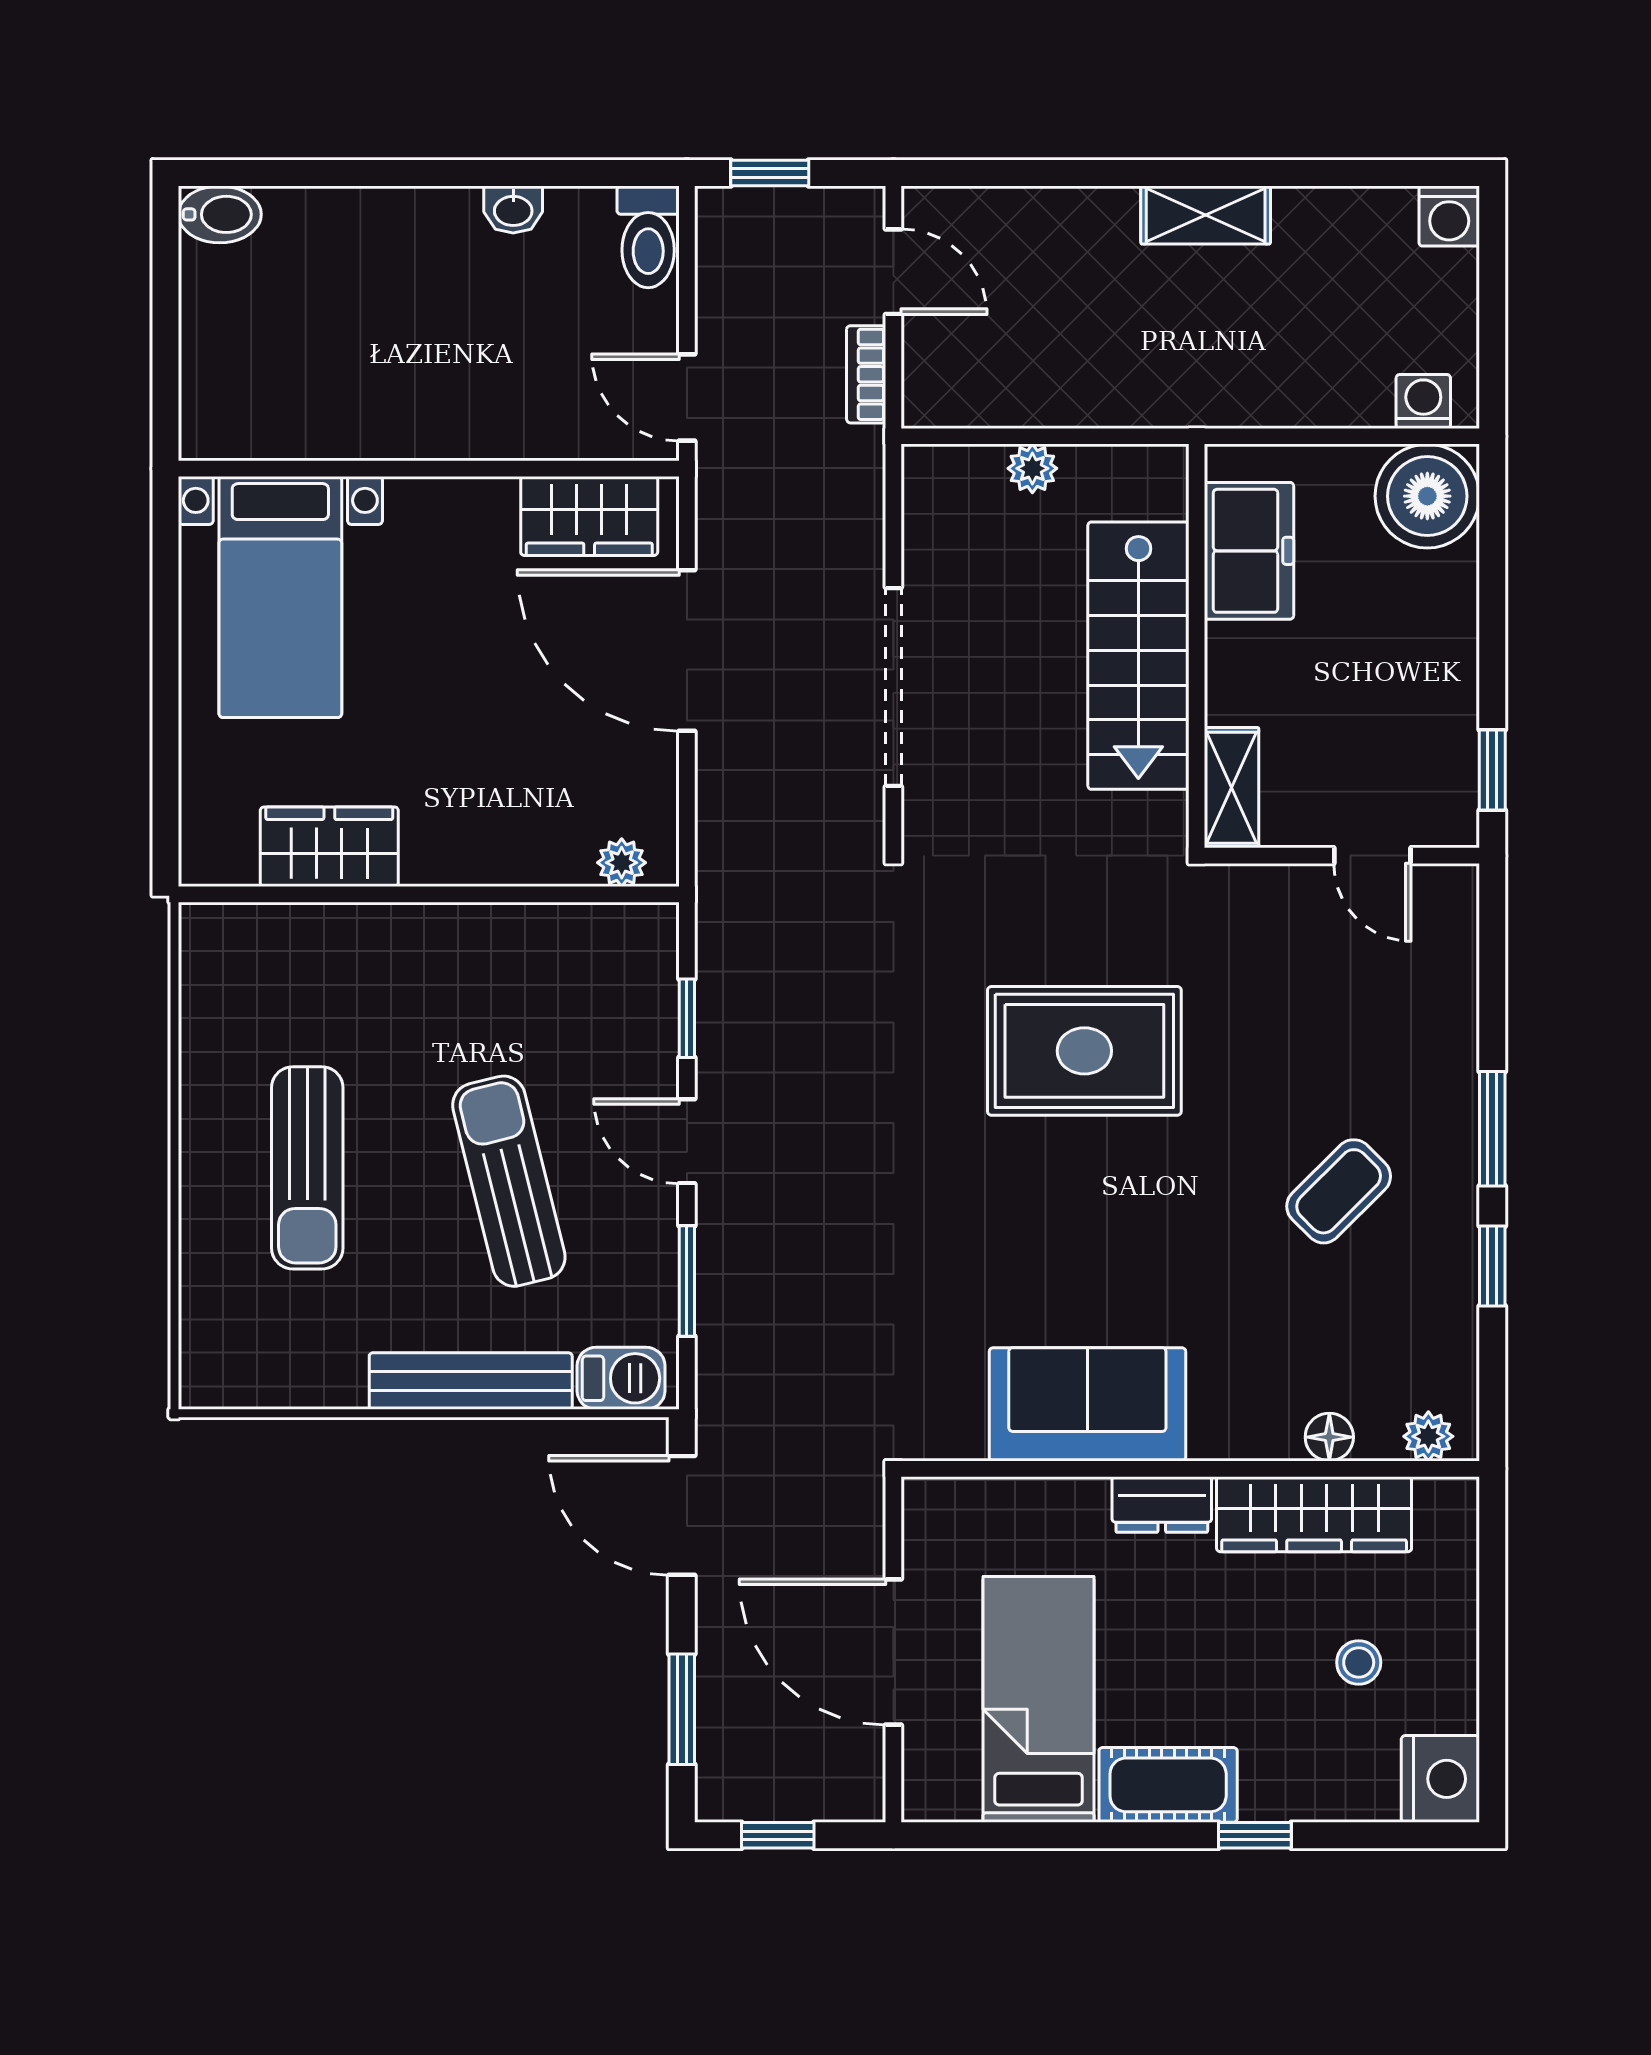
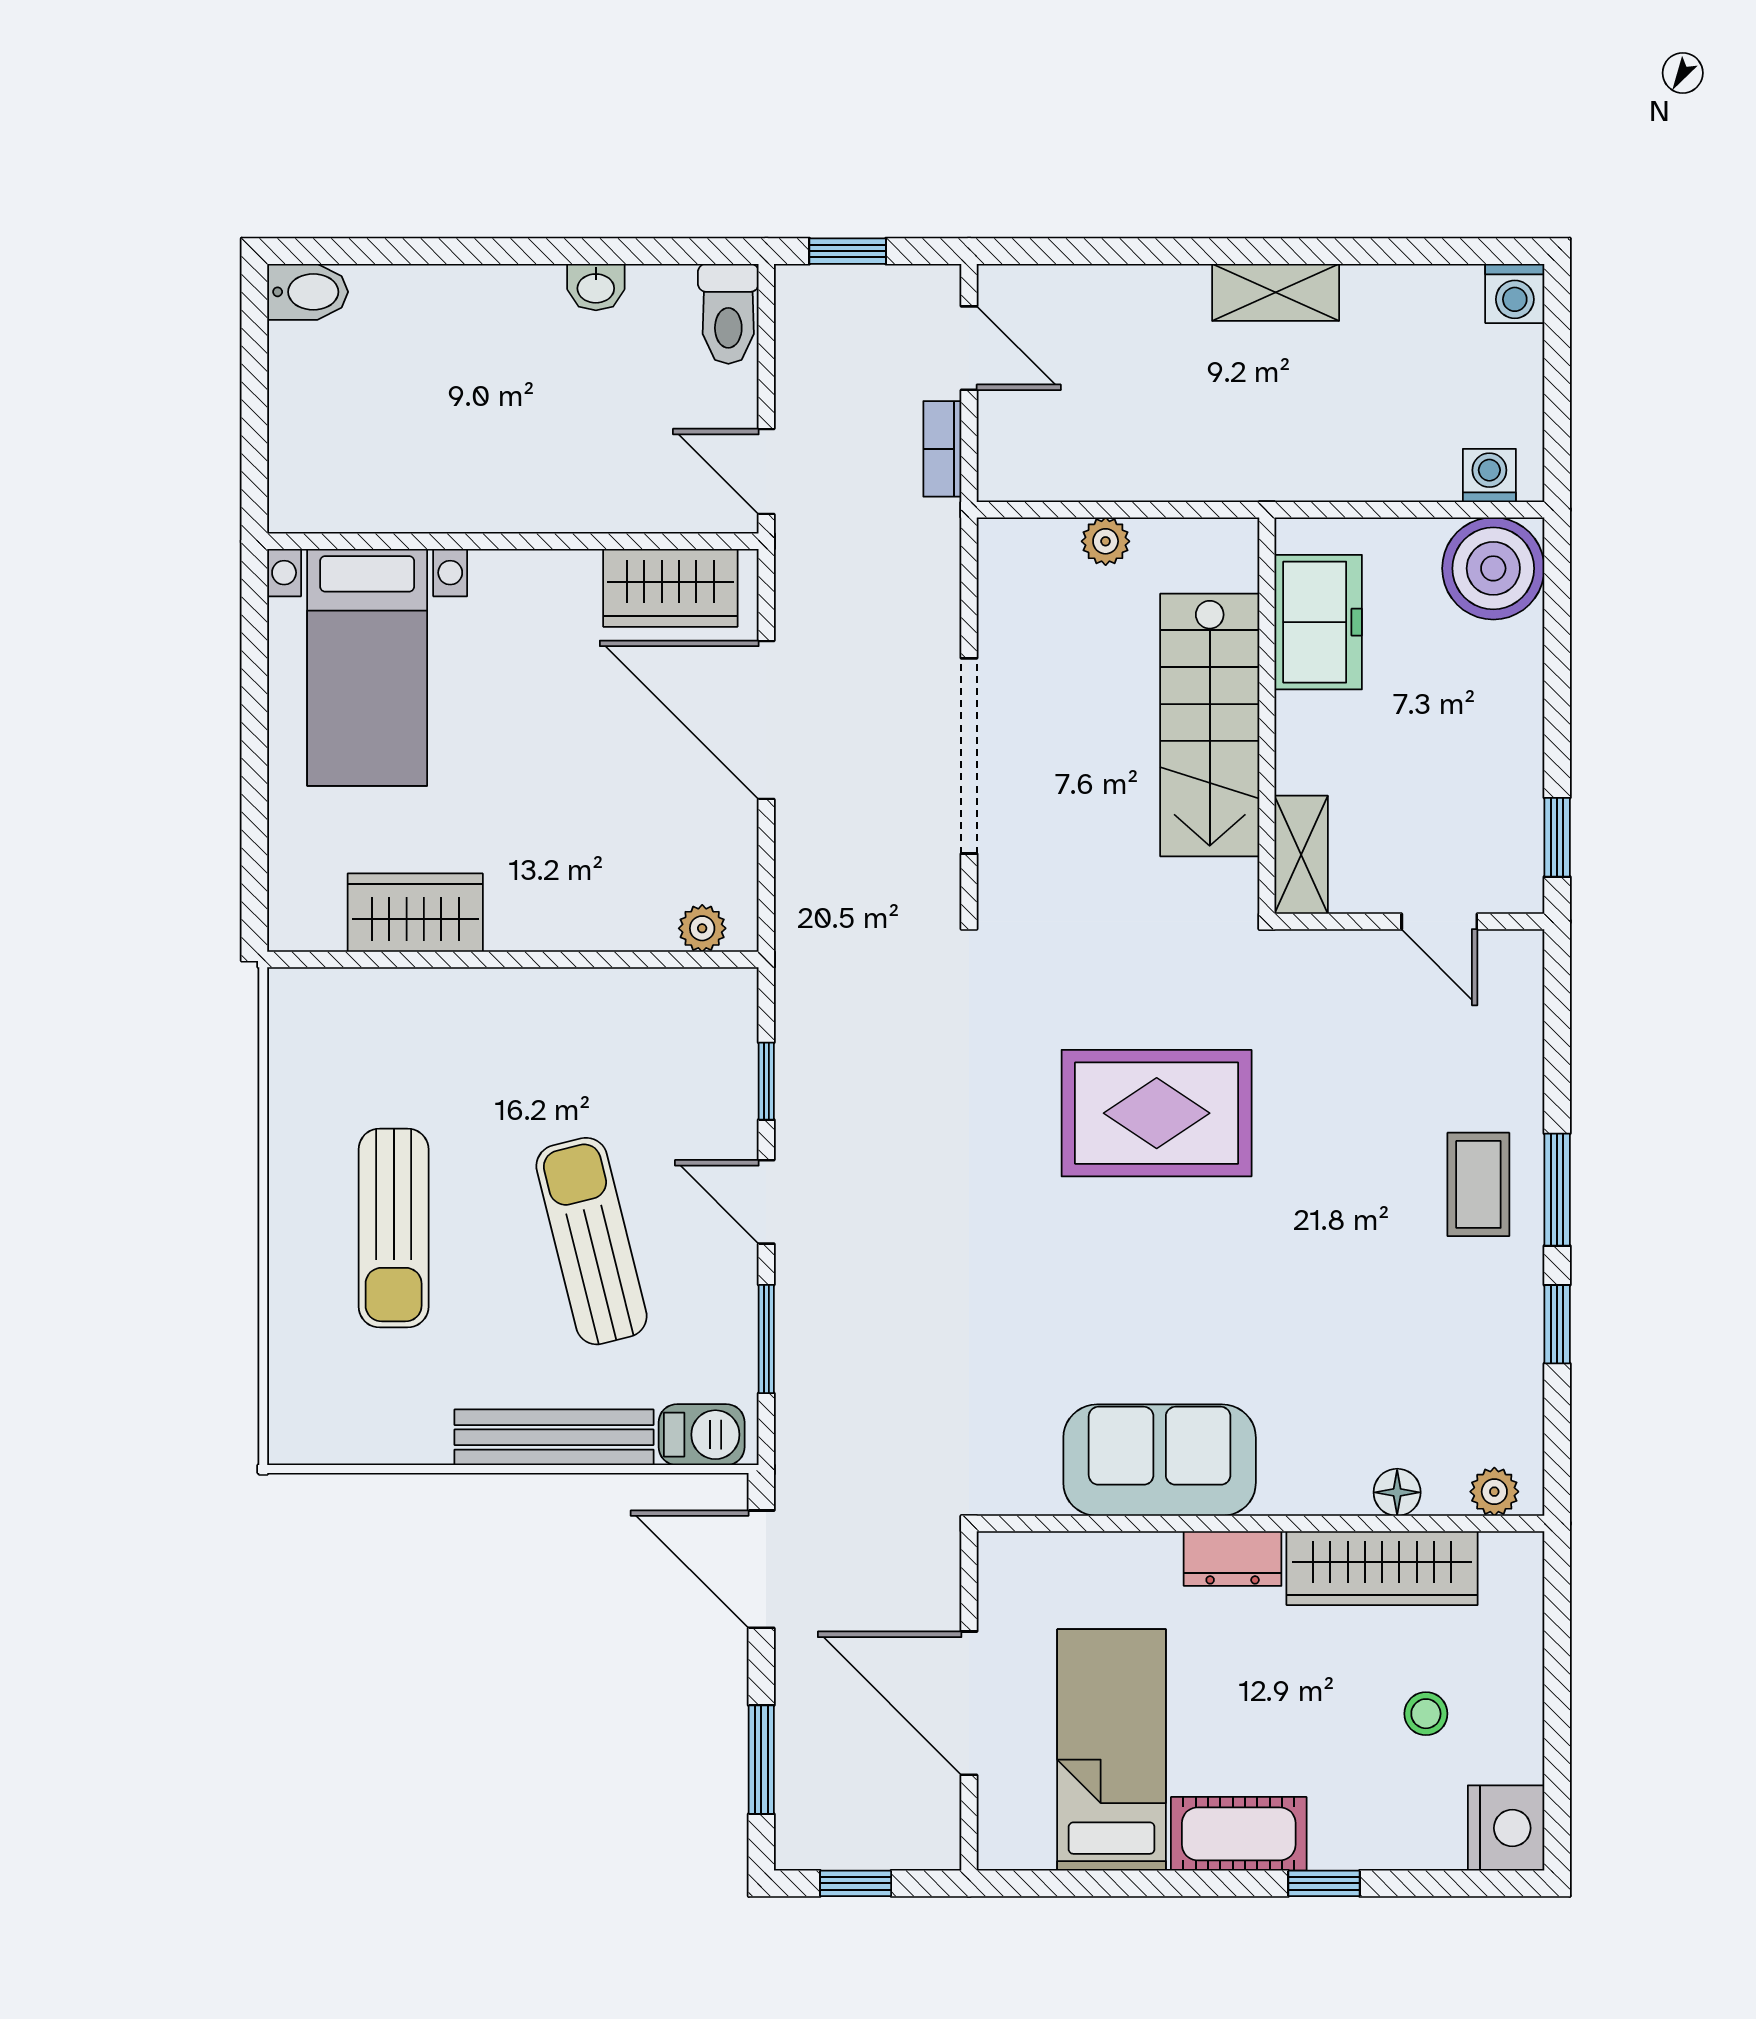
coffee table: (1339, 1191) -> (1478, 1184), moved, turned -45

